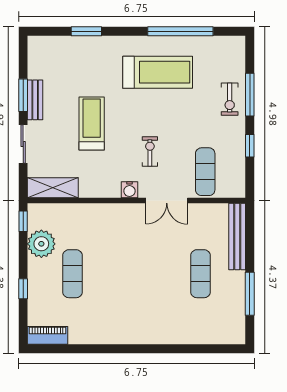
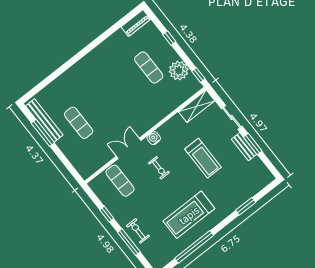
bench: (237, 236) -> (44, 120), moved

